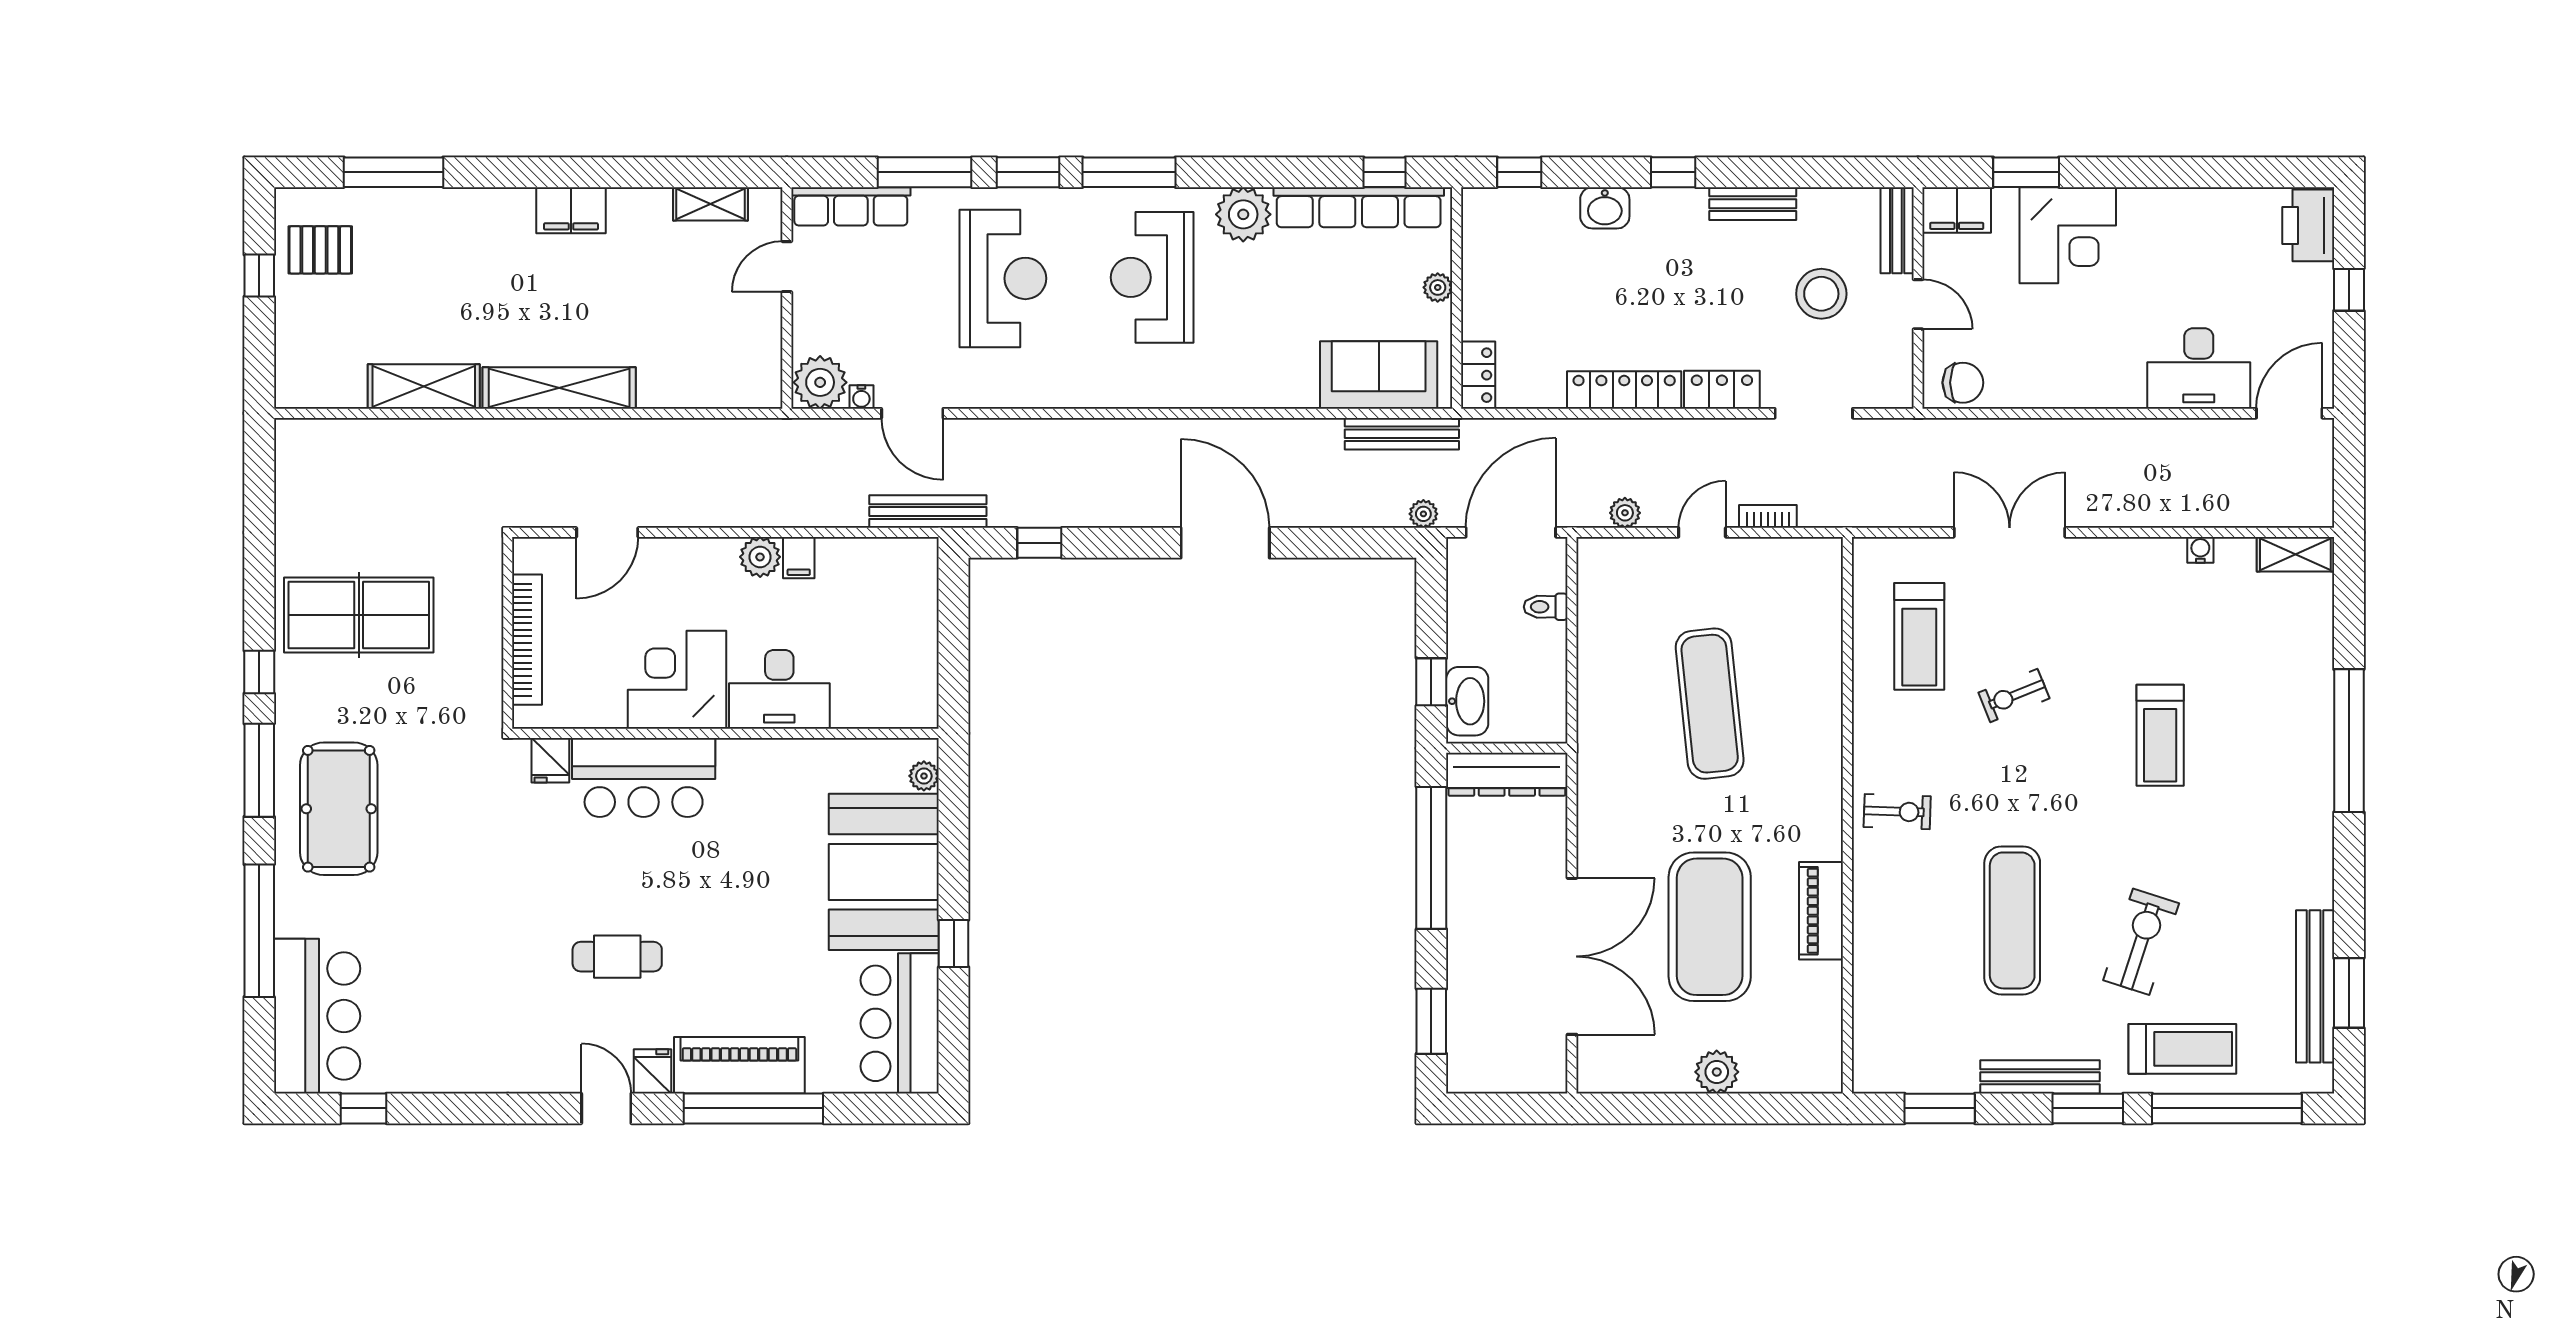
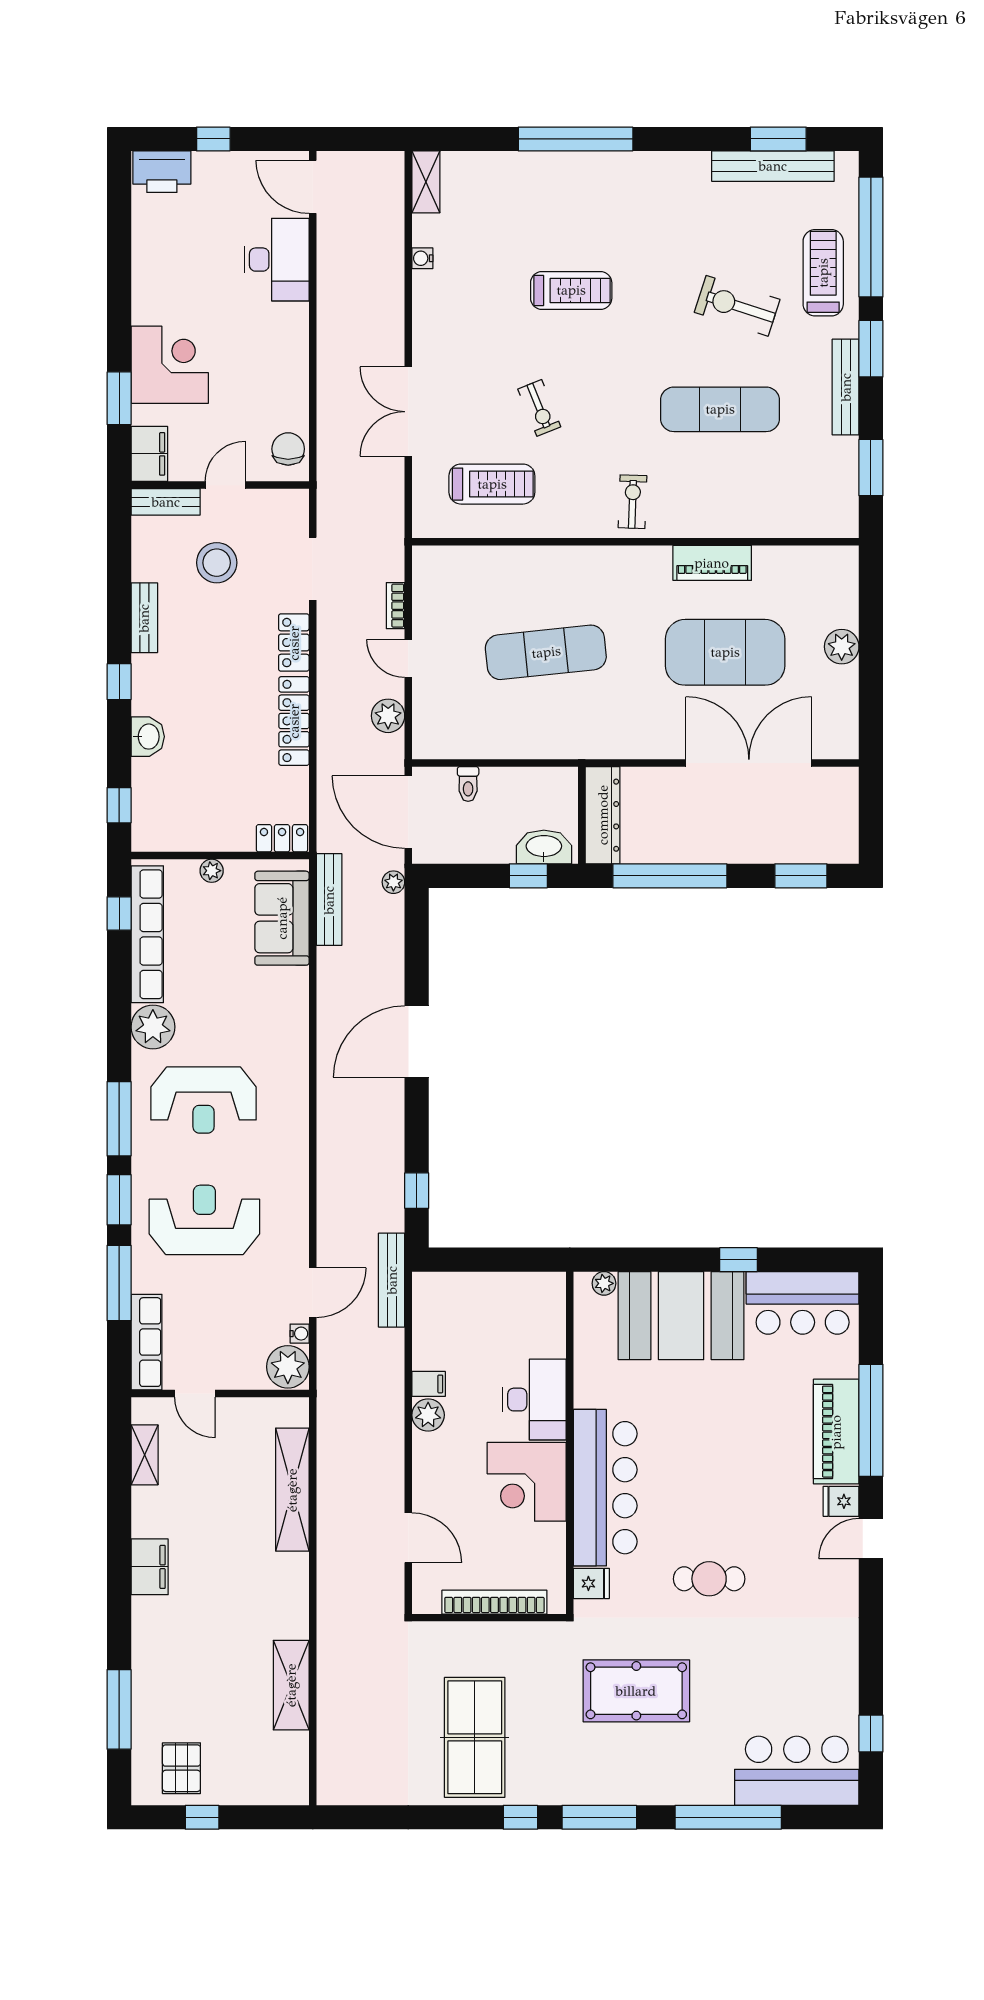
shelving: (559, 388) -> (292, 1490), moved
plant: (1625, 513) -> (388, 716), width x1.38, depth x1.38
bar counter: (644, 777) -> (605, 1488), width x1.36
pool table: (339, 809) -> (636, 1691), moved
cafe table: (617, 957) -> (709, 1579), moved, turned 90

